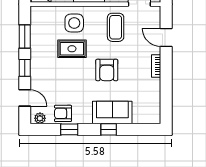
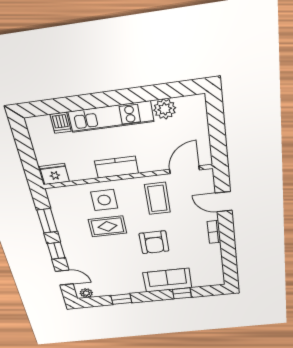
armchair: (63, 113) -> (111, 286), removed
window: (109, 129) -> (182, 293), moved

